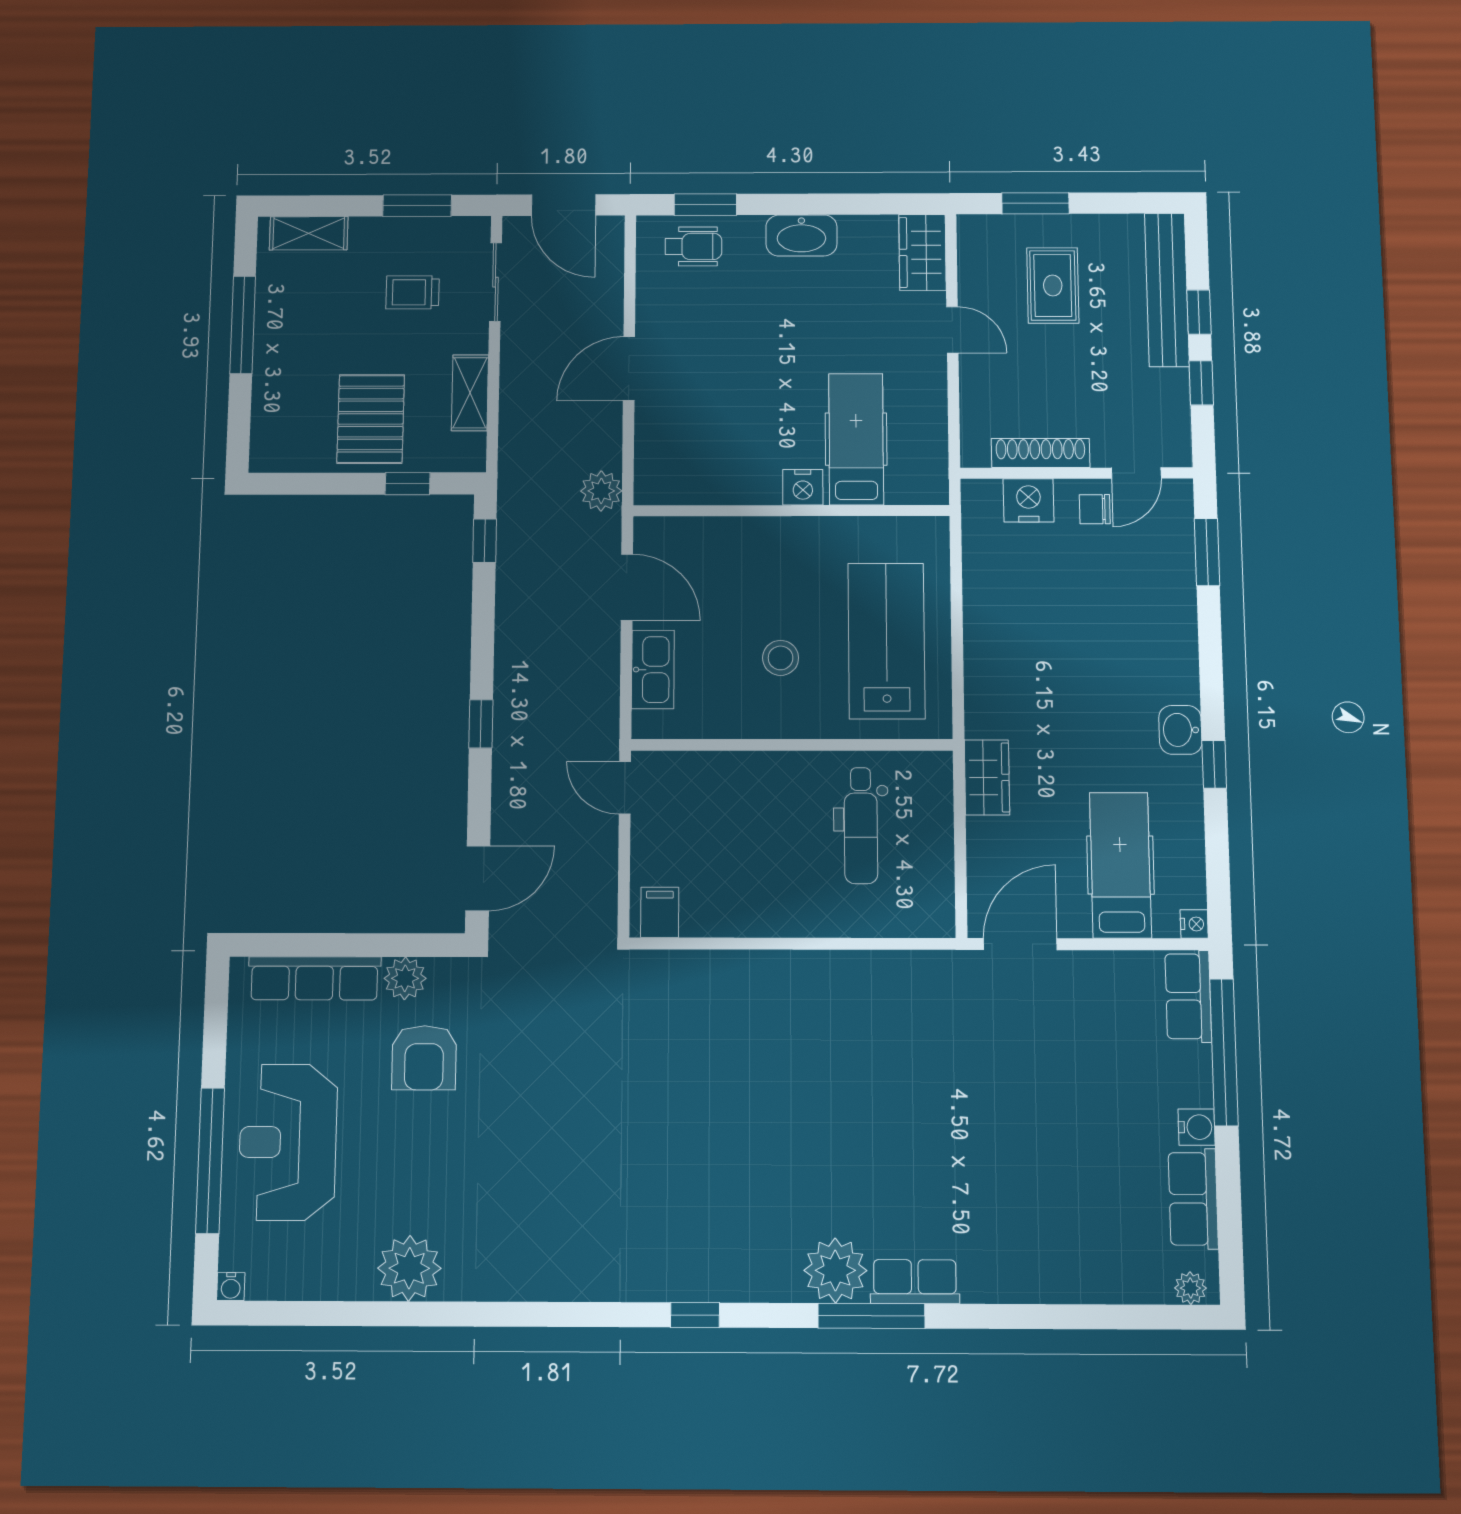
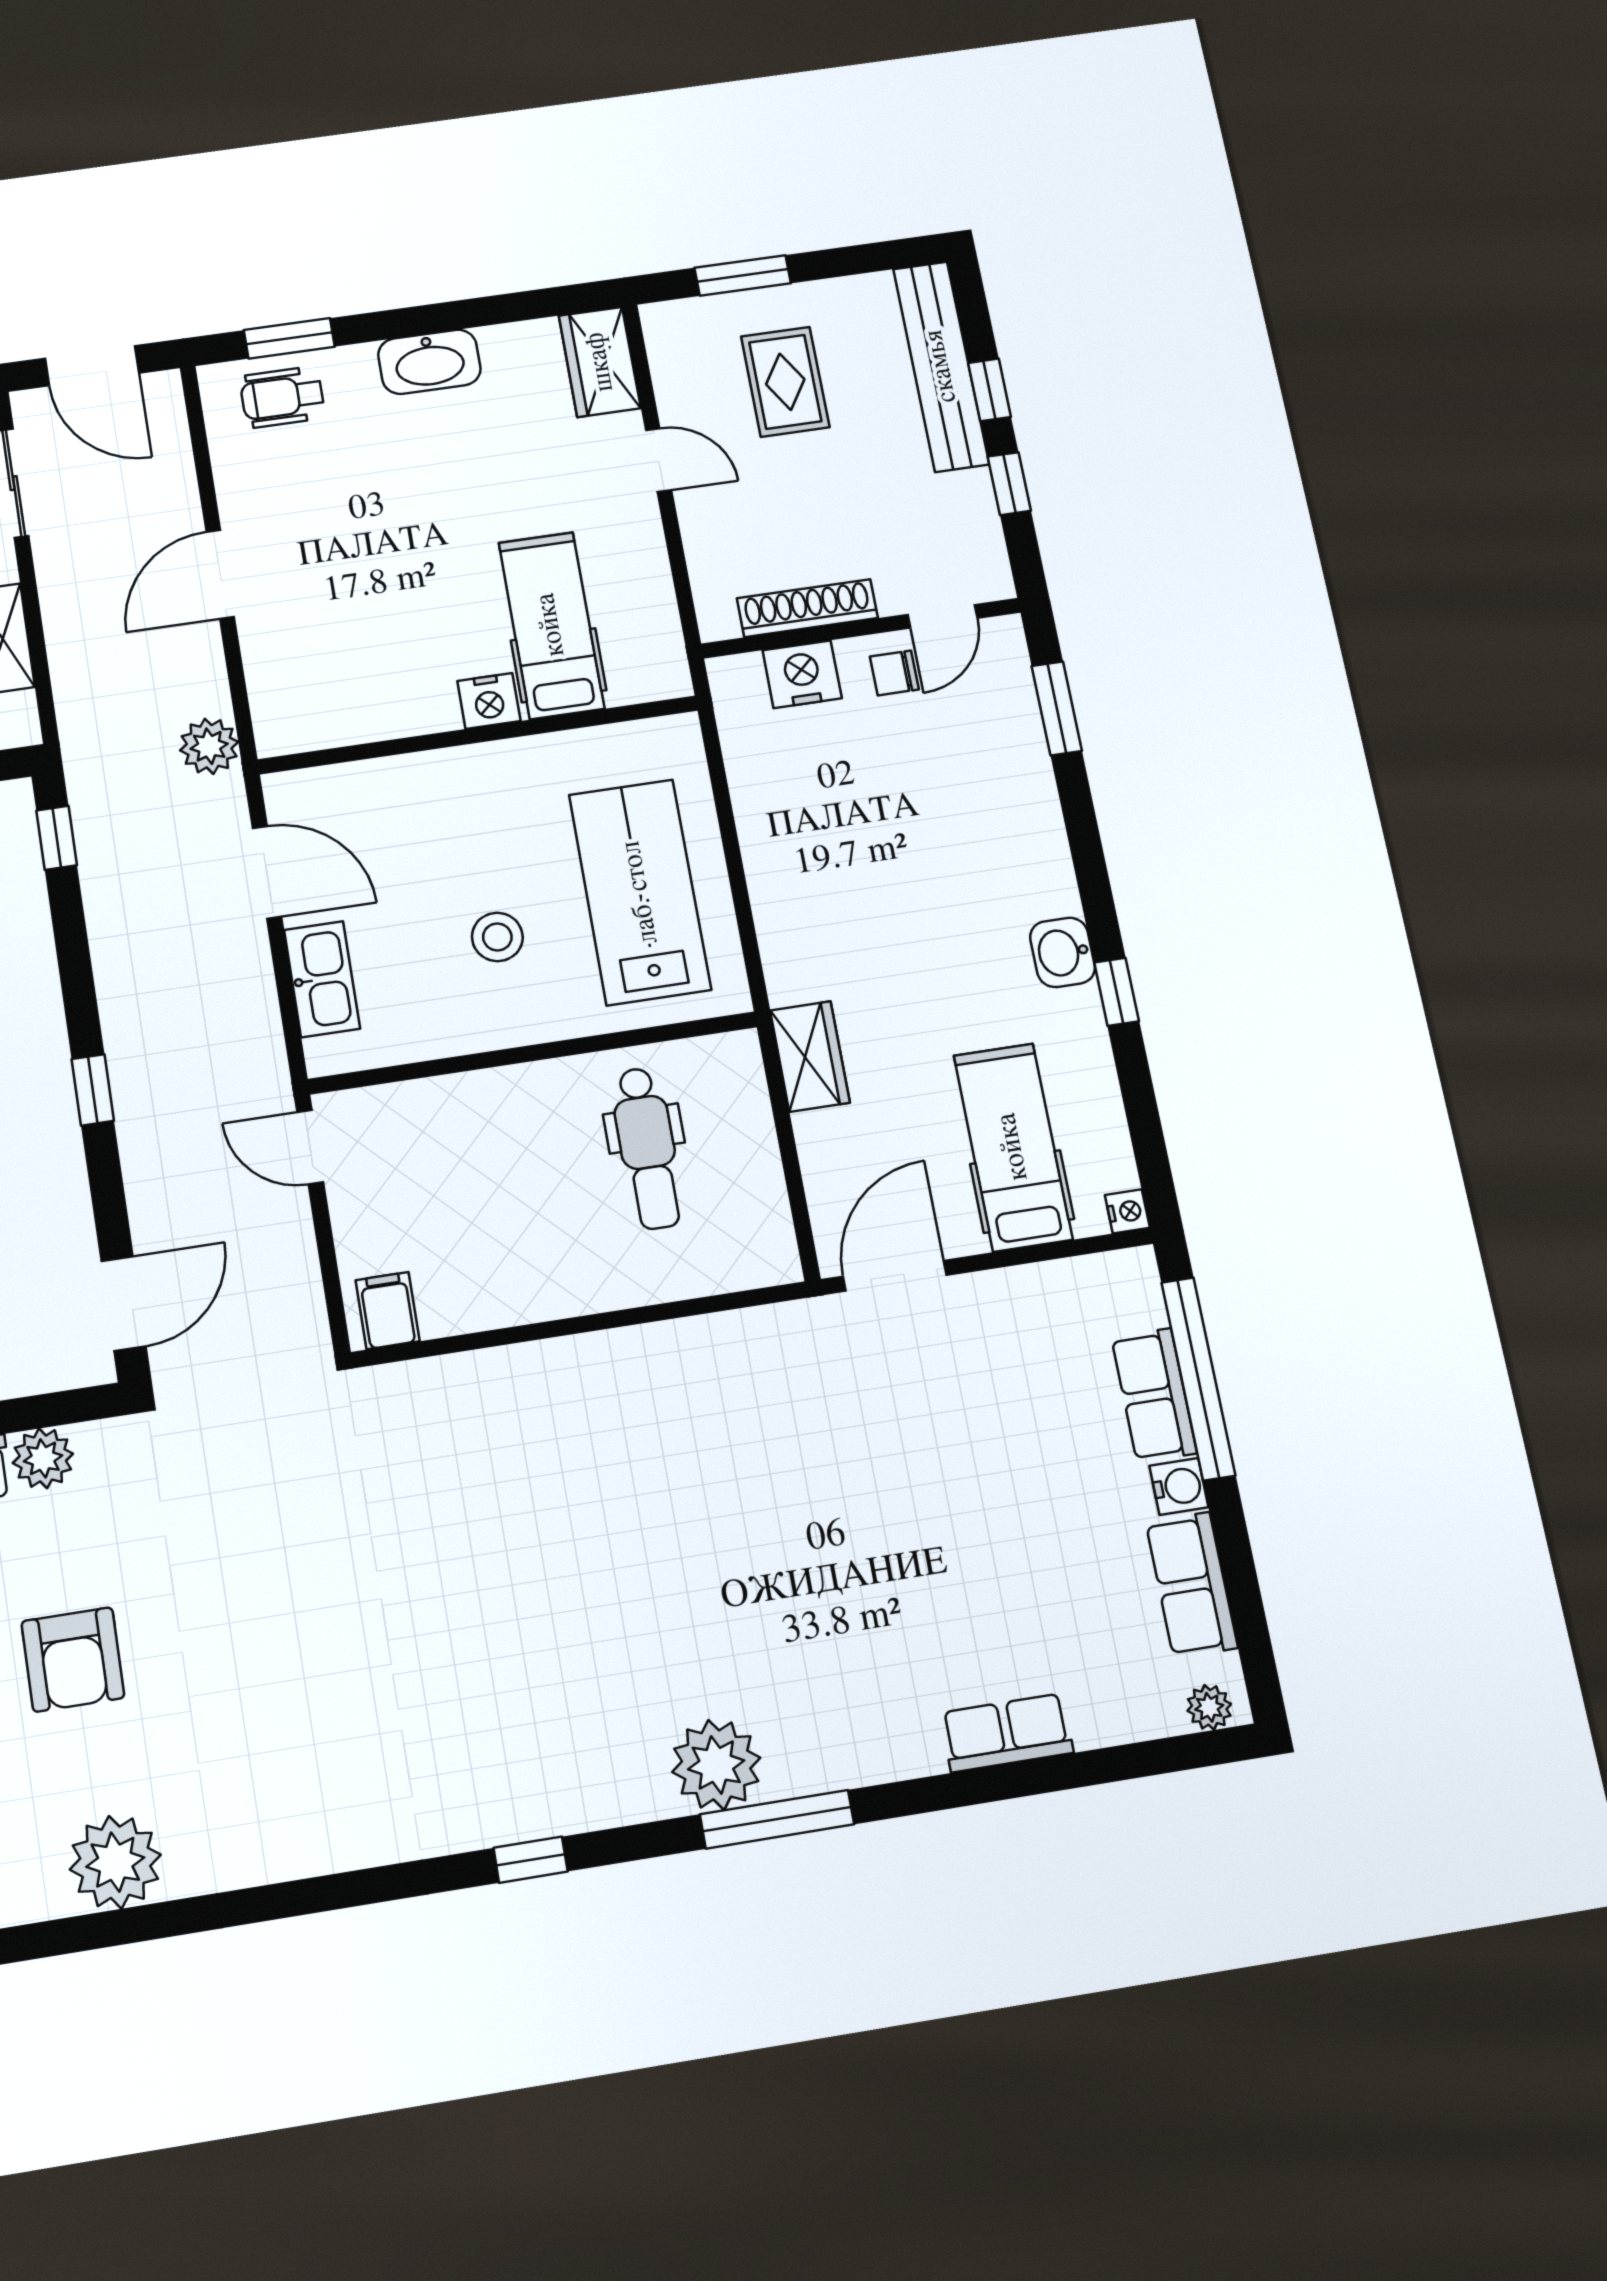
wheelchair: (693, 246) -> (282, 397), turned 180
row of seats: (1188, 996) -> (1154, 1395), moved
armchair: (424, 1058) -> (73, 1659), moved
row of seats: (915, 1282) -> (1007, 1733), moved

